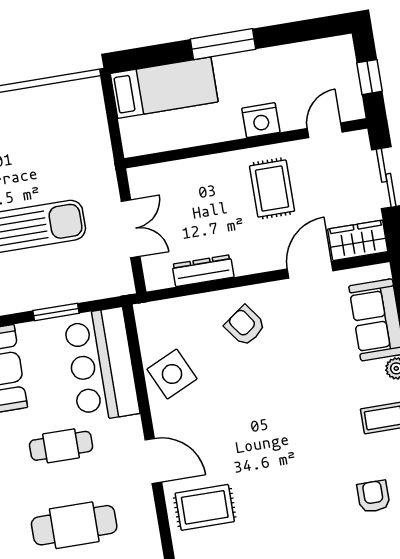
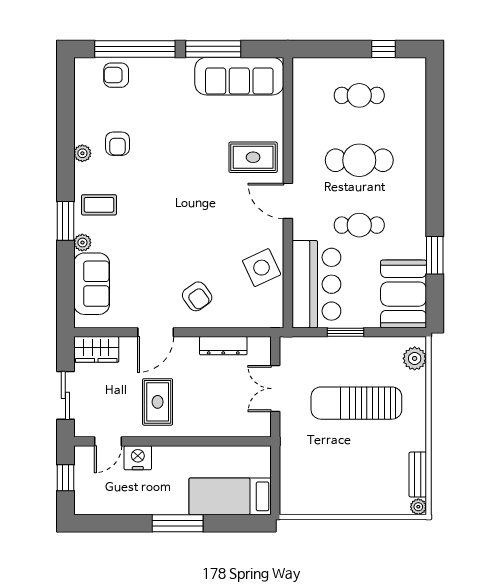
nightstand: (261, 120) -> (138, 458), moved
door: (310, 270) -> (156, 332), moved

